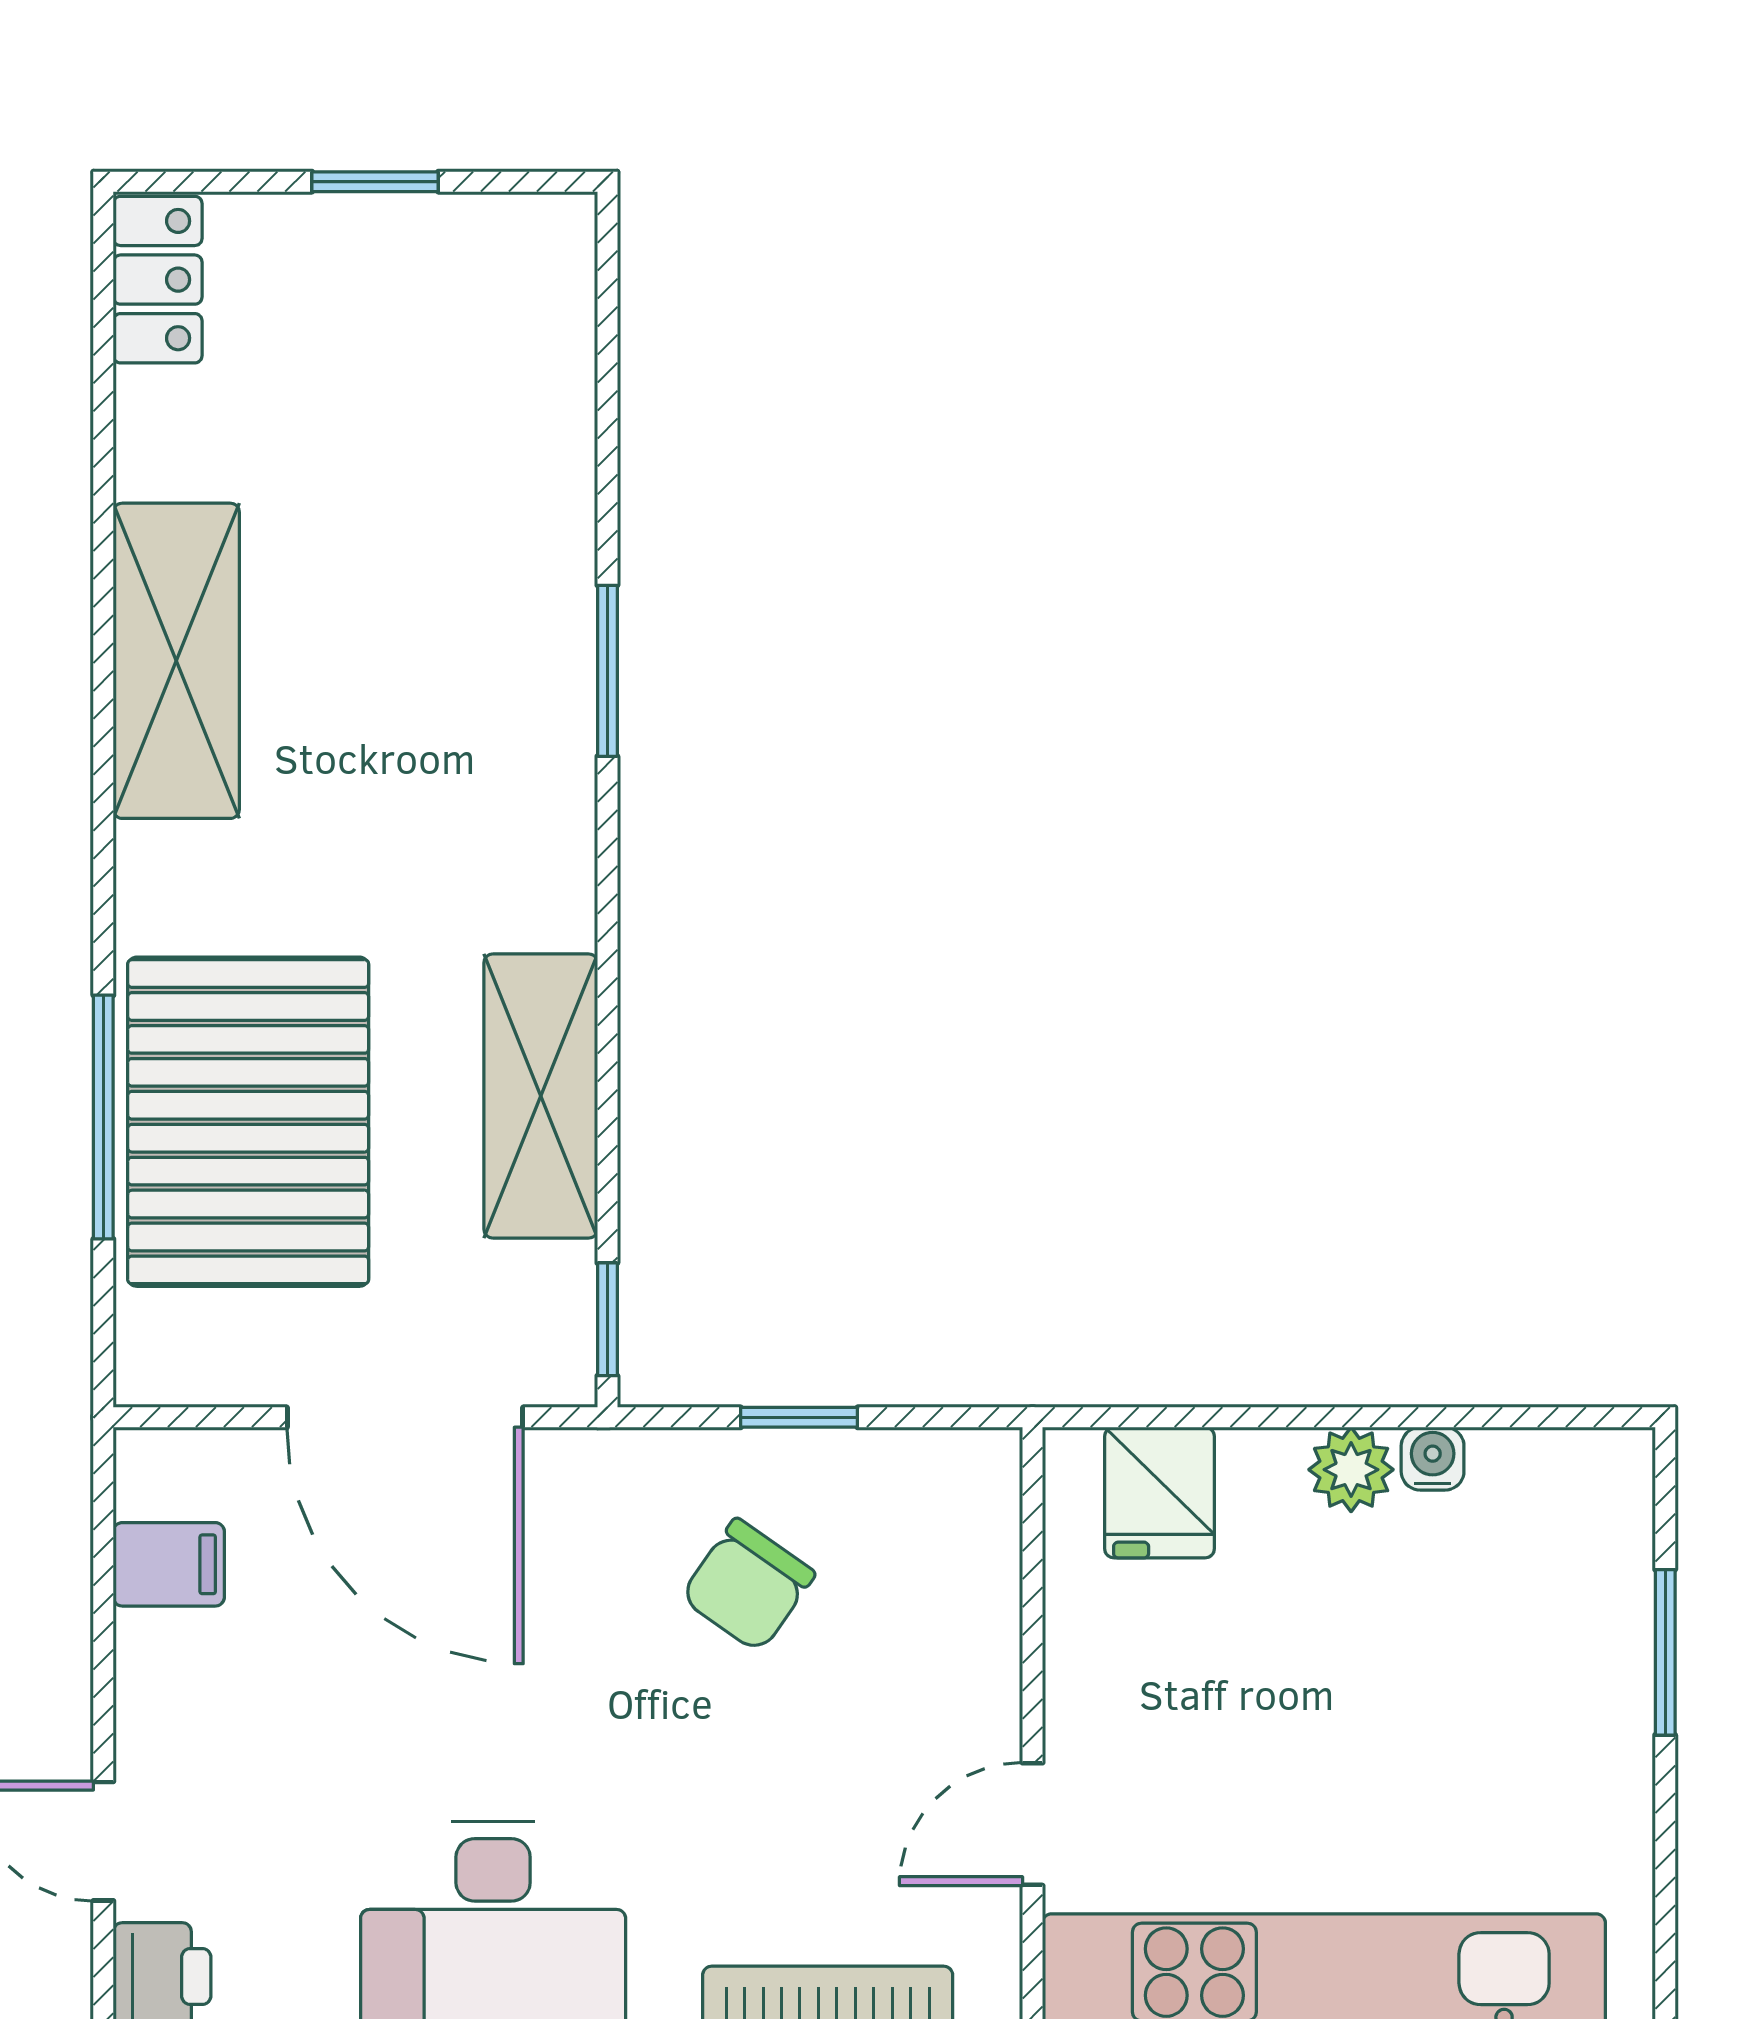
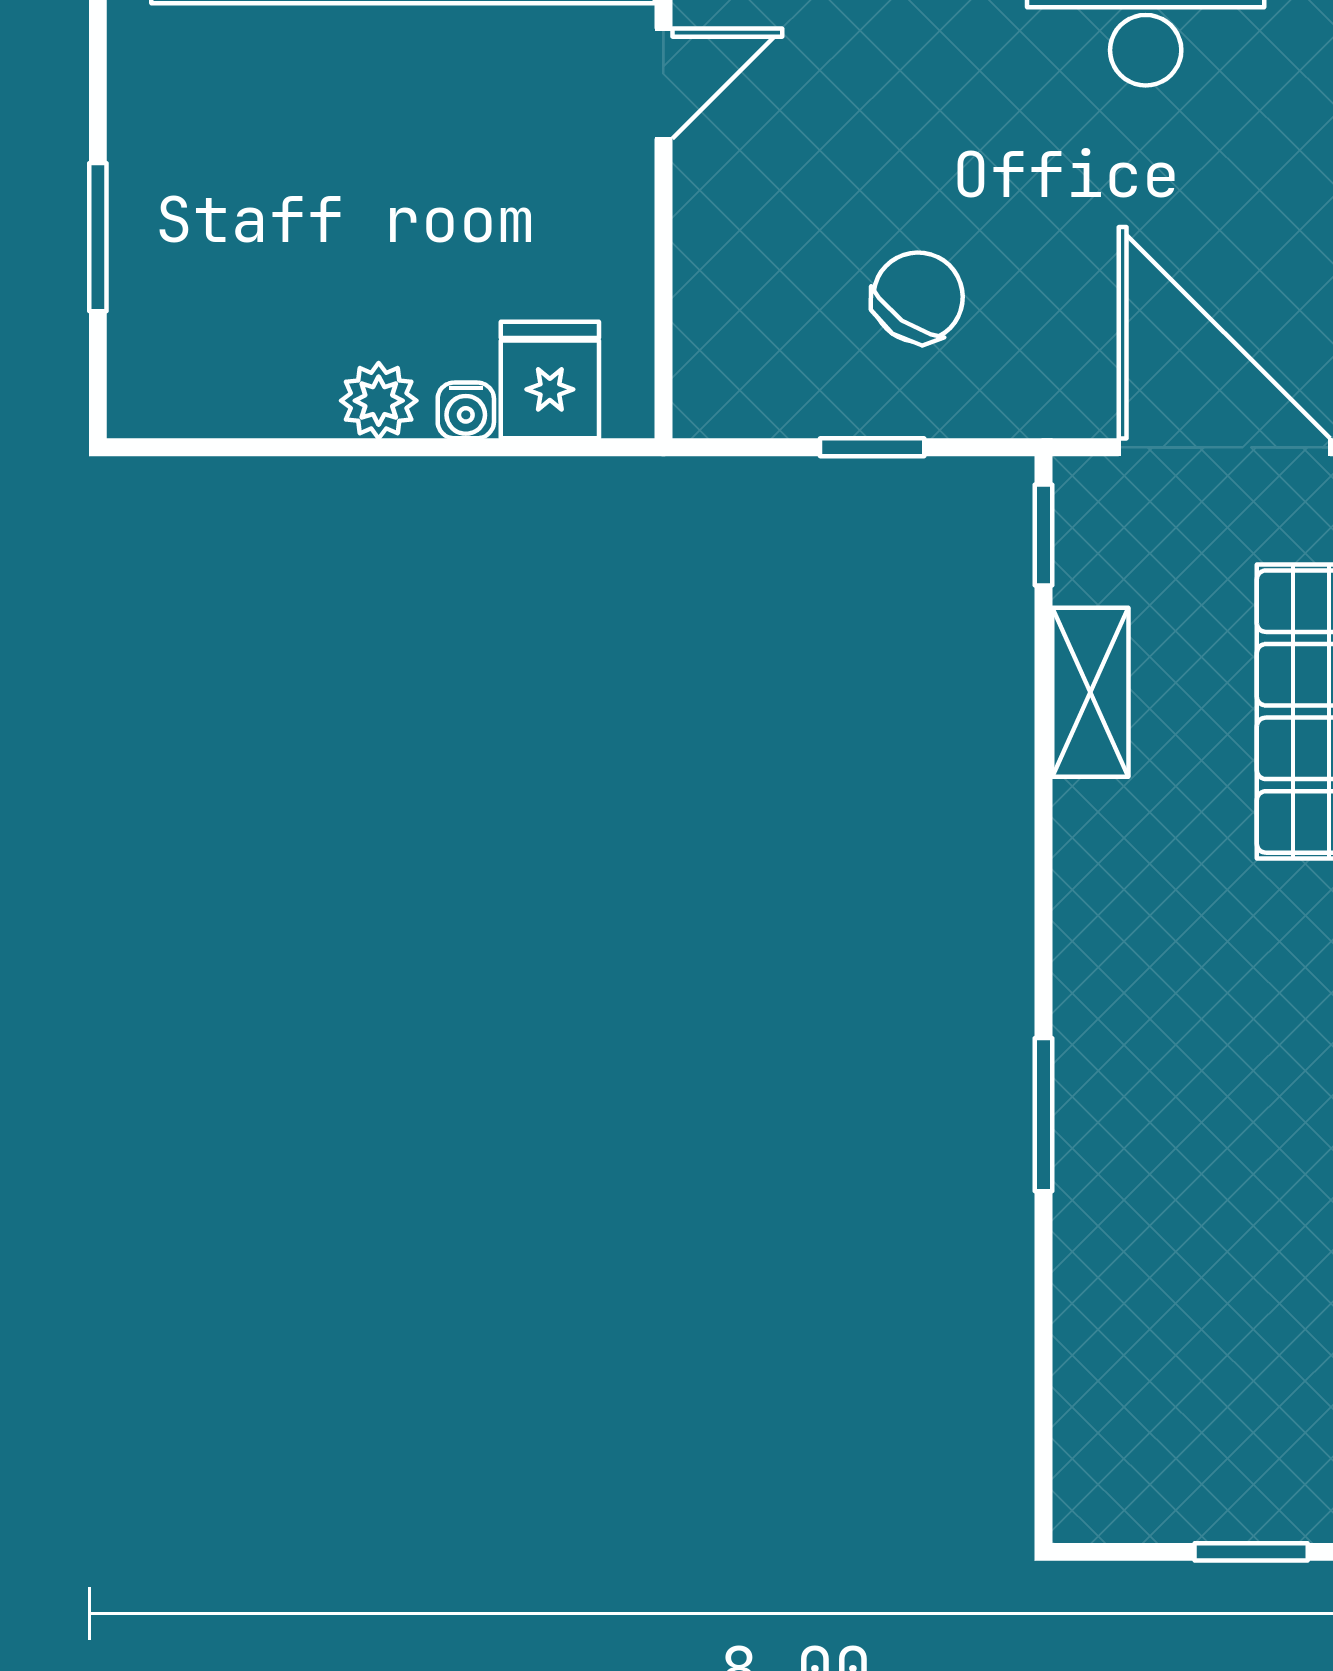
shelving: (541, 1096) -> (1090, 692), width x0.67, depth x0.75
water cooler: (1433, 1459) -> (466, 410), moved

